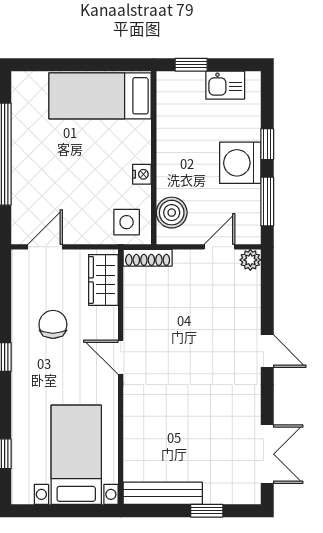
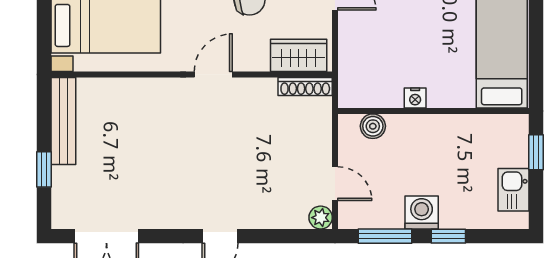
washing machine: (240, 163) -> (422, 212), width x0.73, depth x0.73
boiler: (172, 213) -> (373, 126), width x0.73, depth x0.73
side table: (127, 222) -> (362, 81), removed
shoe rack: (148, 258) -> (305, 86), moved, turned -90

